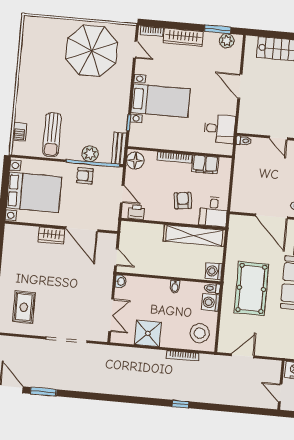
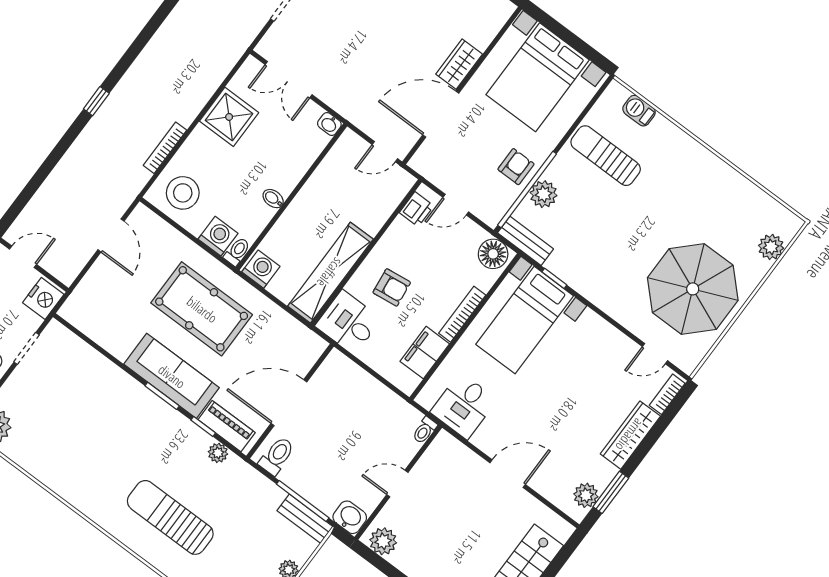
plant: (47, 25) -> (771, 247), added
bed with nightstands: (161, 101) -> (525, 320), moved
door: (116, 257) -> (385, 152), moved

